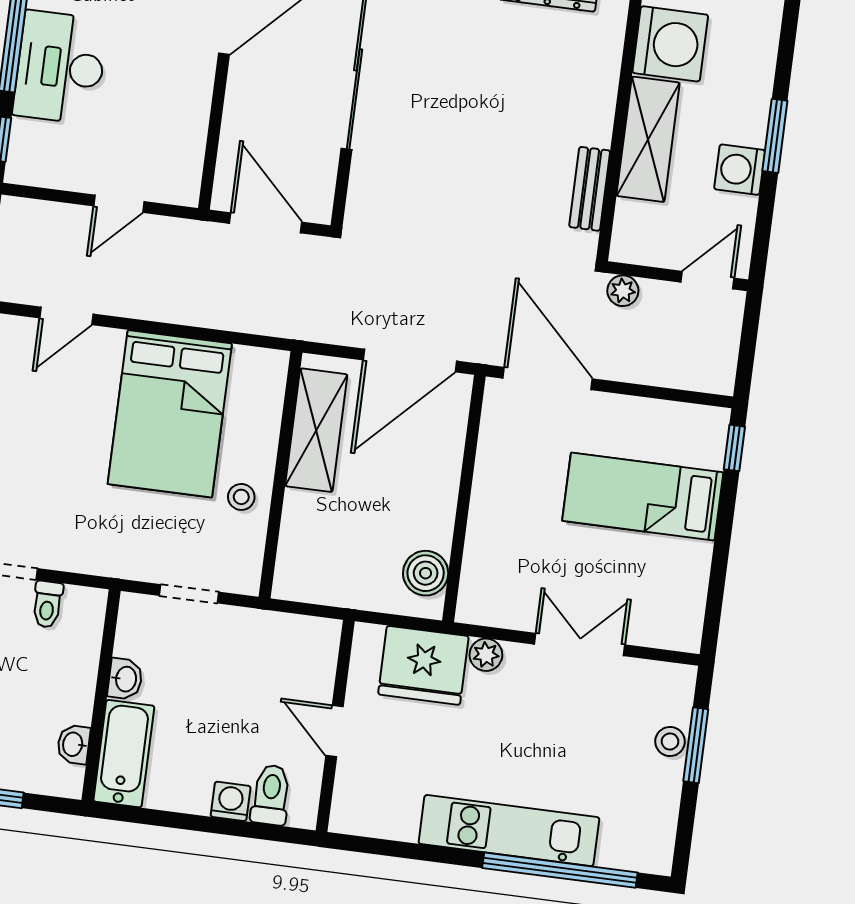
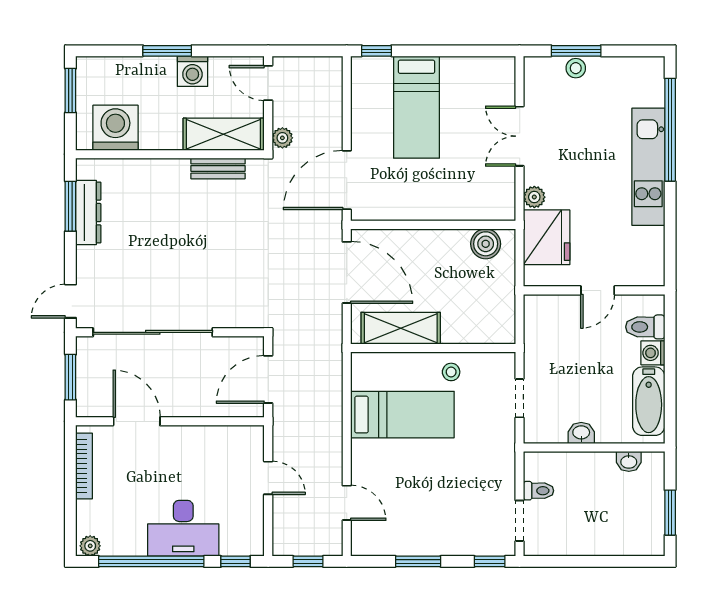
shelving: (648, 139) -> (223, 134), moved
bed: (170, 414) -> (402, 415), width x0.67
bathtub: (124, 754) -> (649, 401), moved, turned -90

